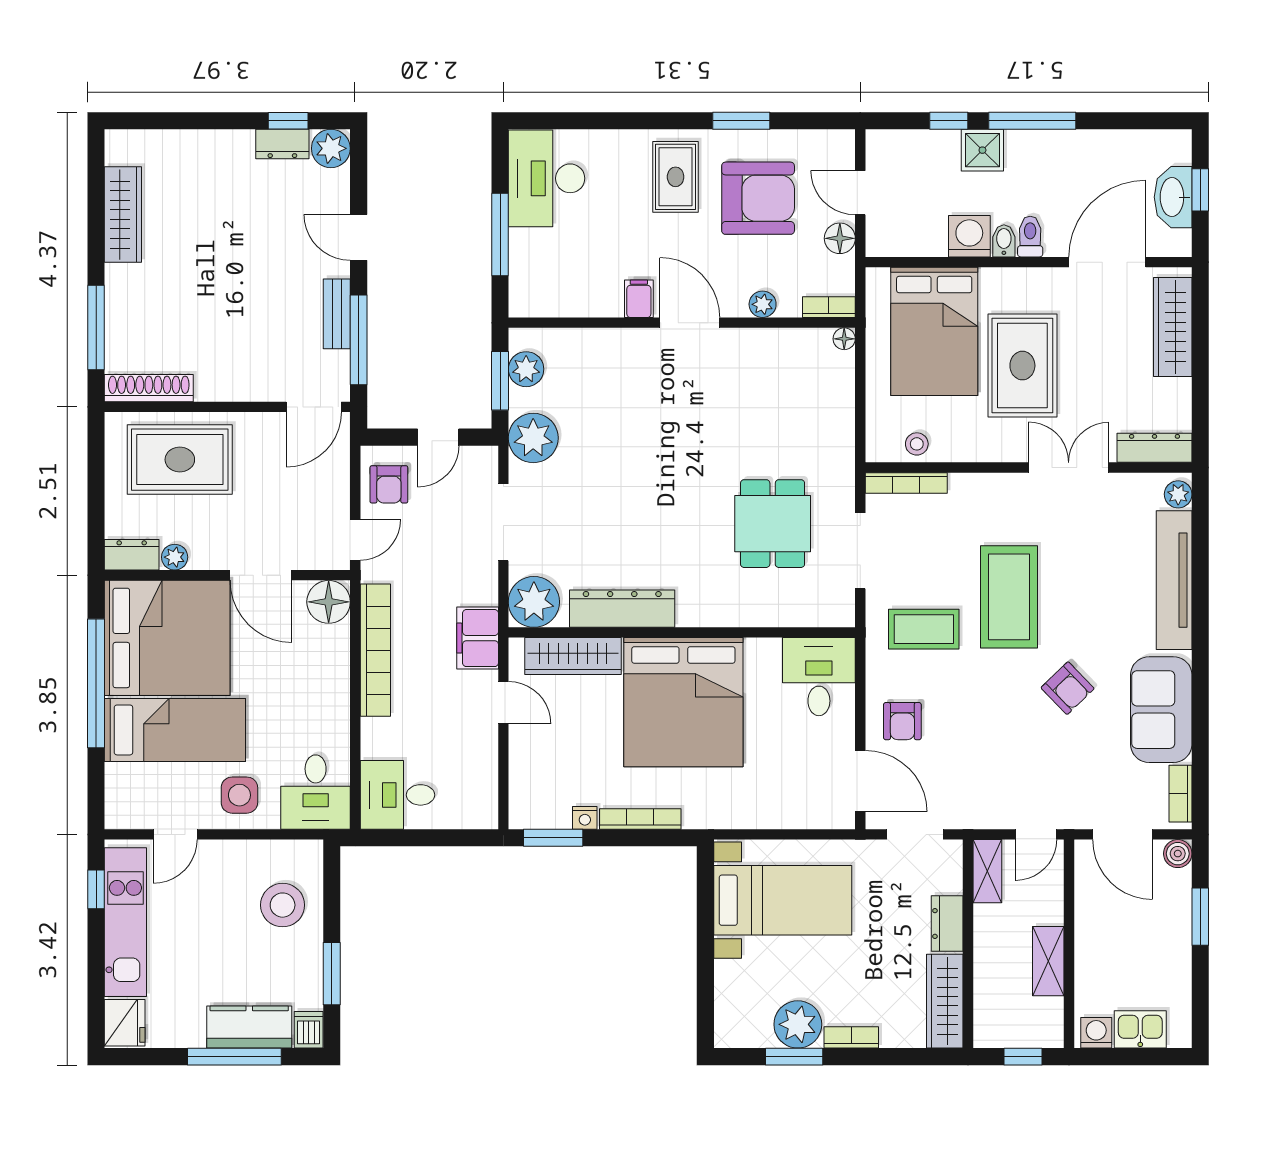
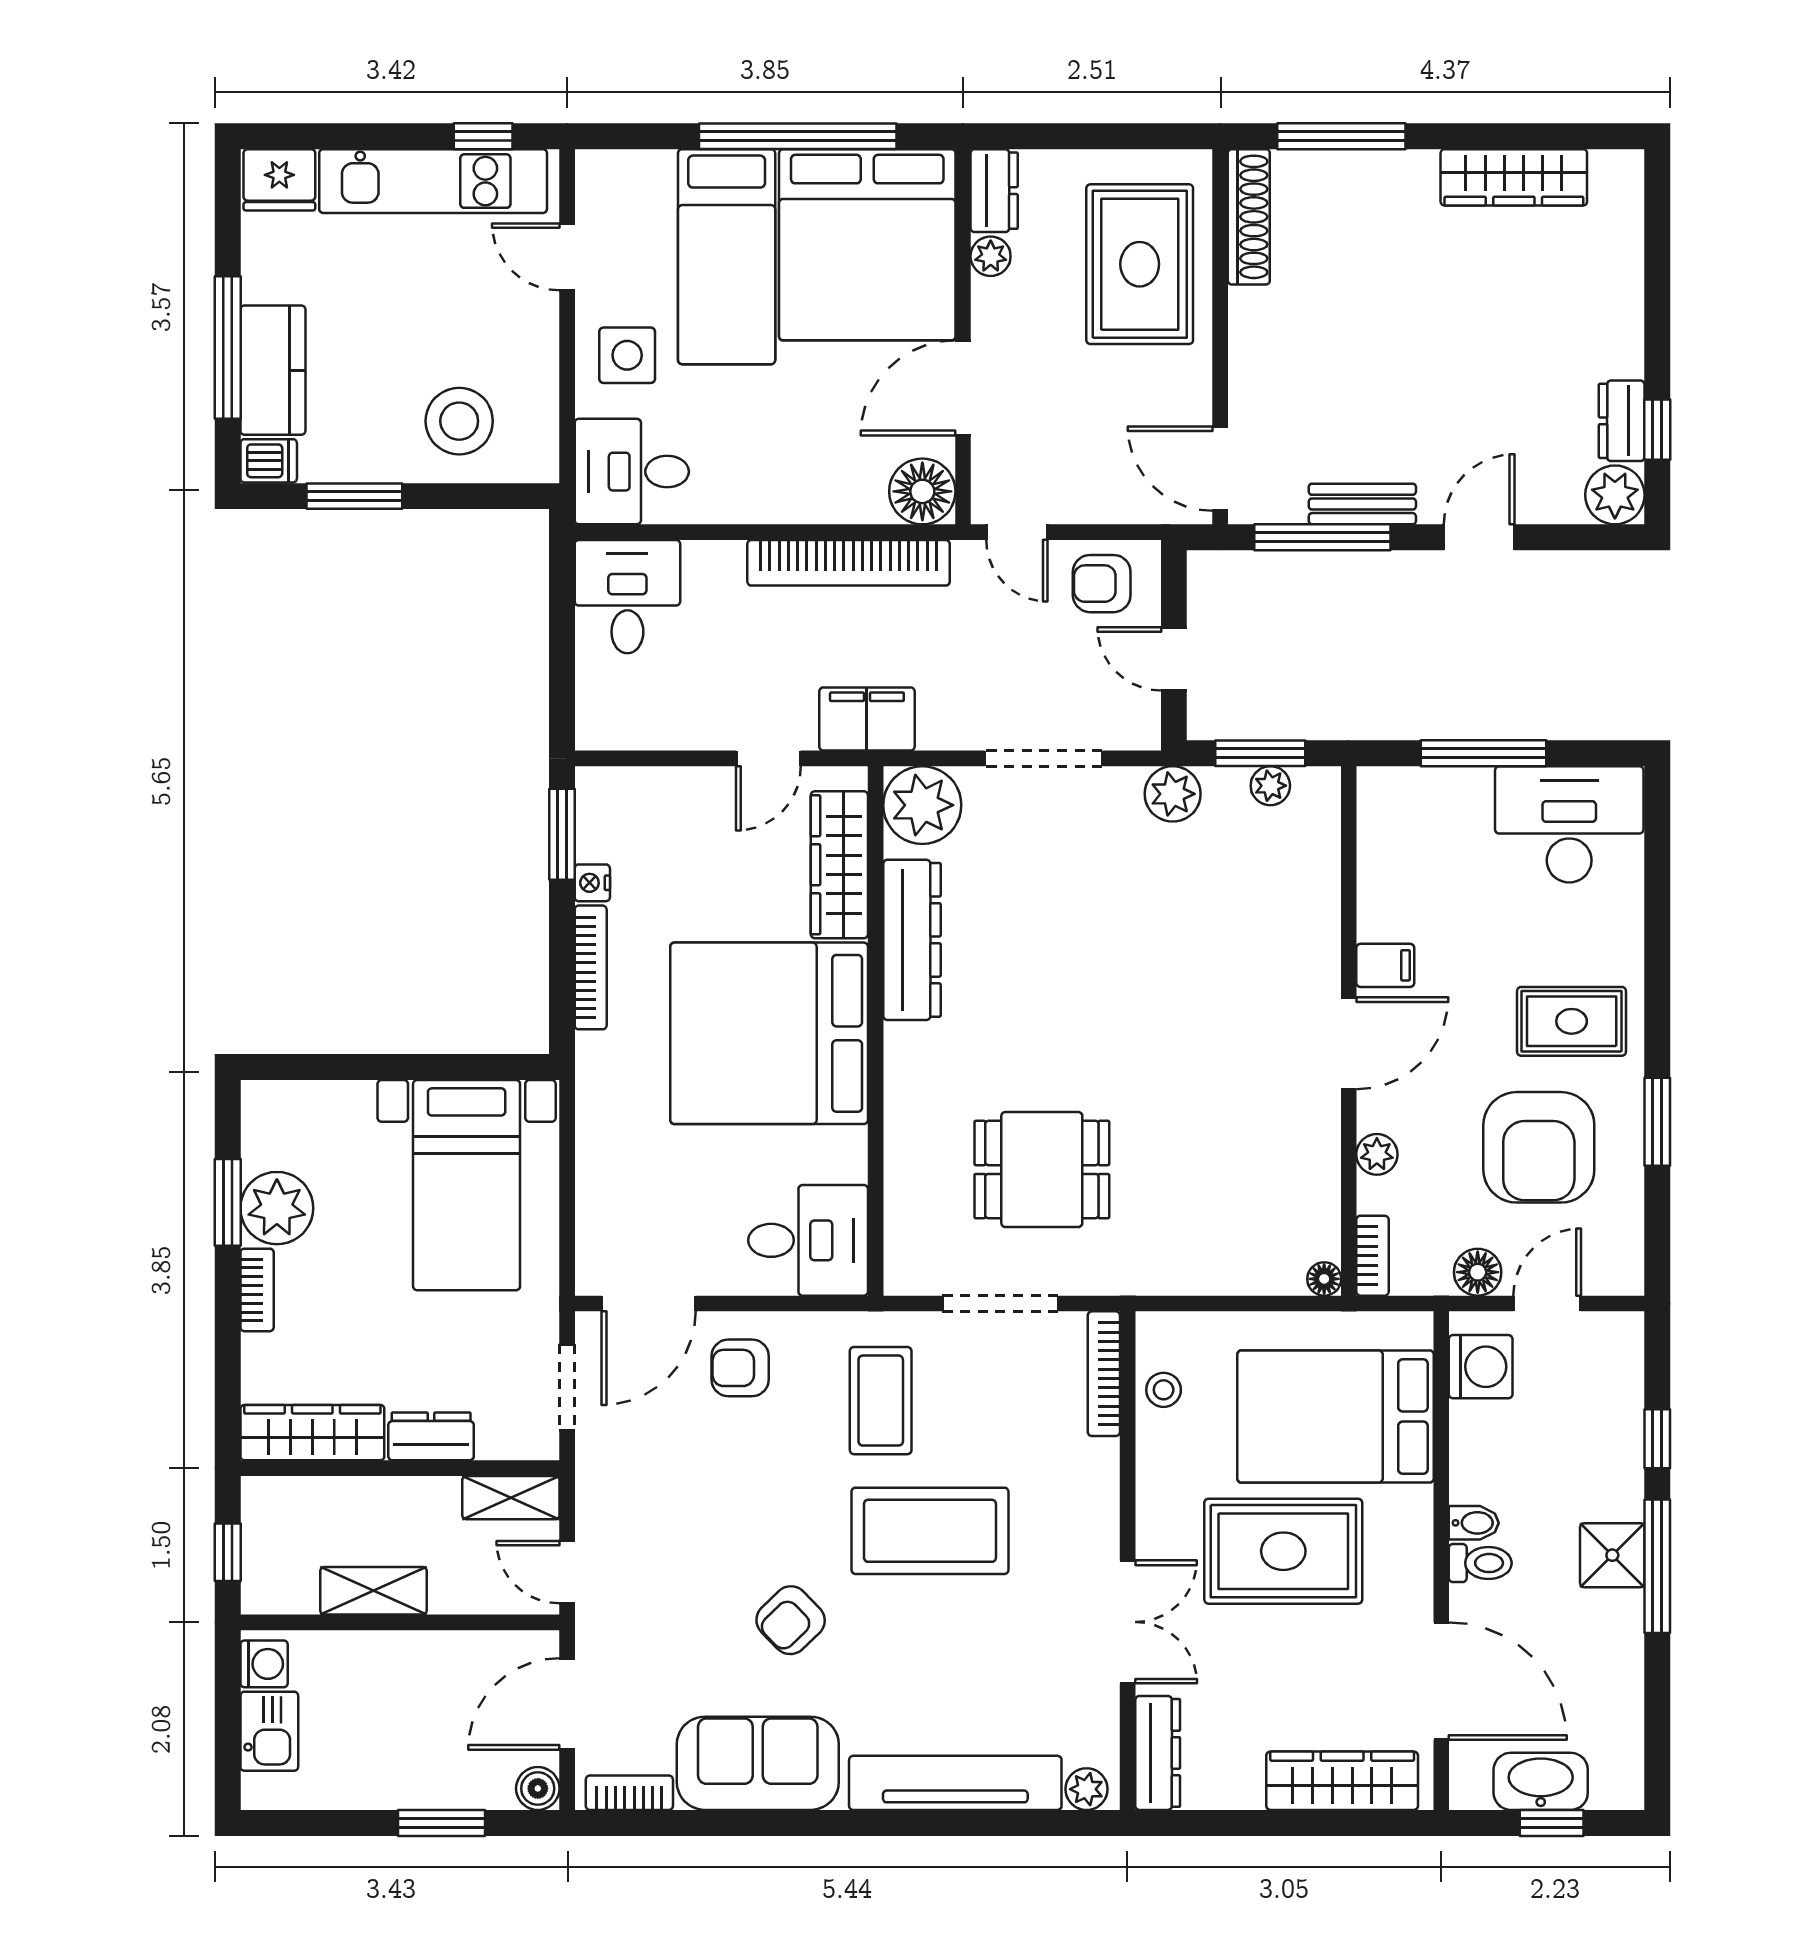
shower: (982, 150) -> (1612, 1555), moved
washing machine: (969, 236) -> (1481, 1367), moved
plant: (526, 369) -> (1270, 786), width x0.73, depth x0.73
plant: (533, 438) -> (1173, 794), width x0.73, depth x0.73

